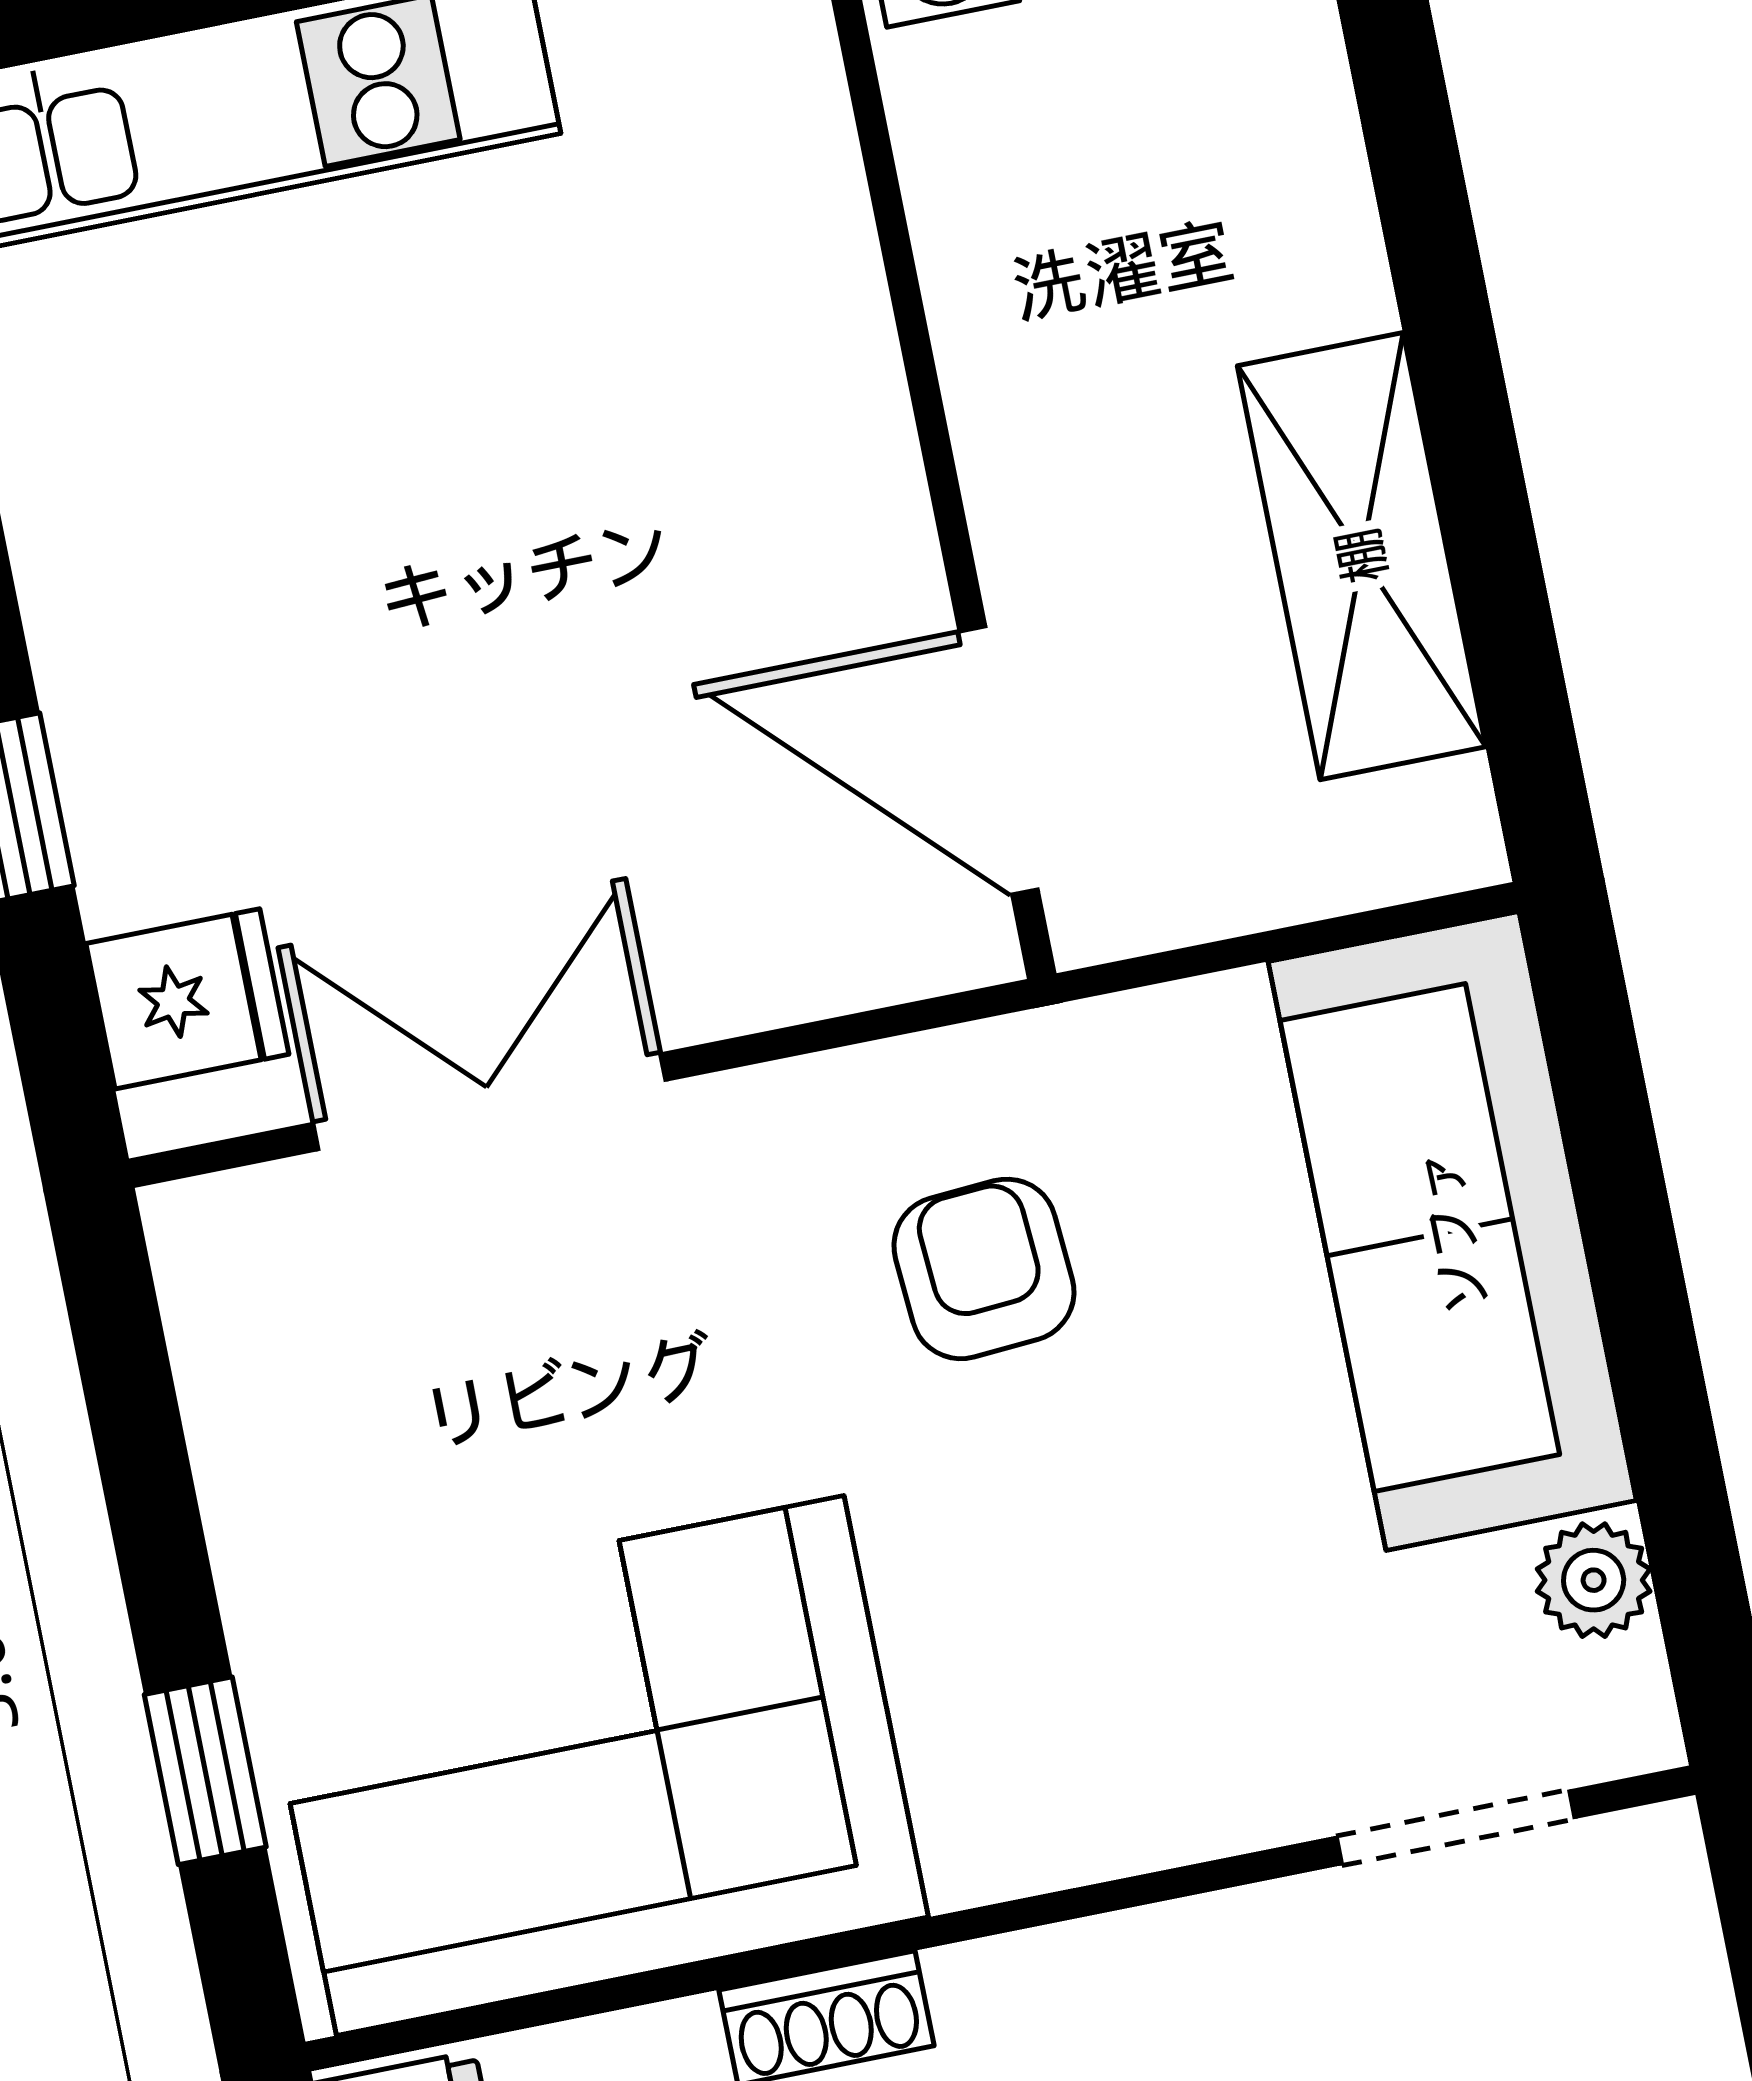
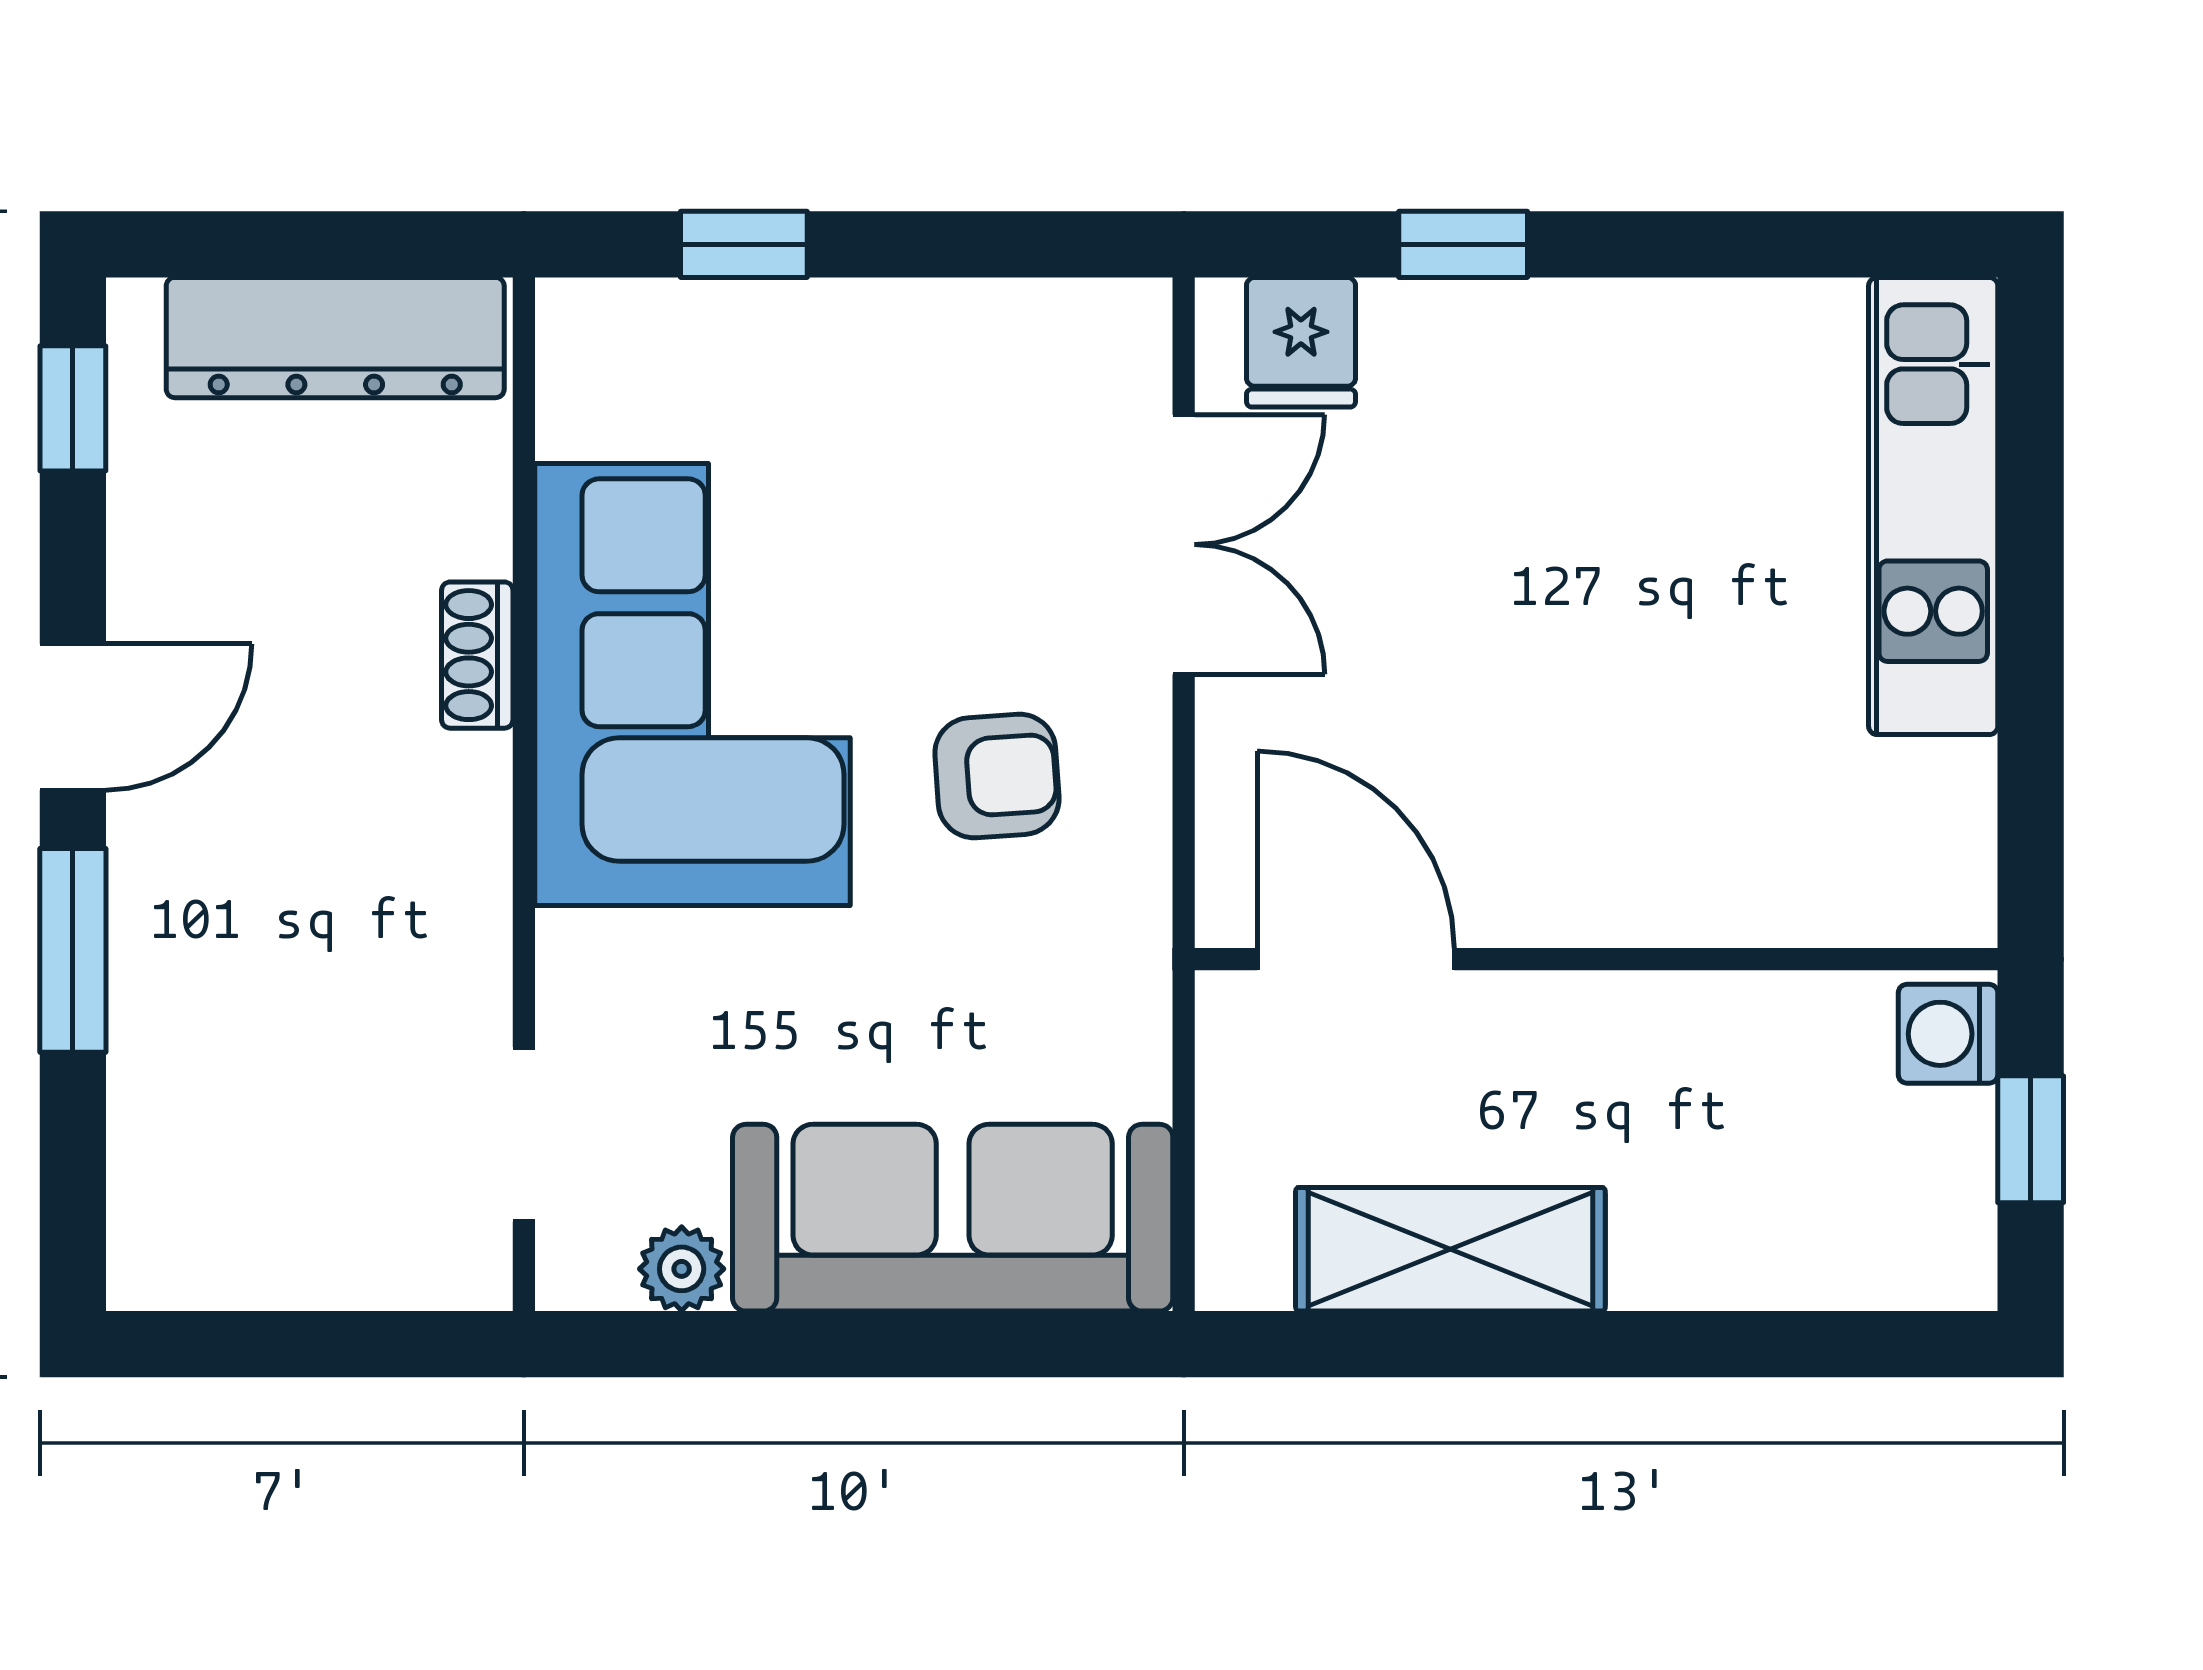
door: (999, 761) -> (1356, 959), hinge flipped
armchair: (984, 1269) -> (997, 776), moved
corner sofa: (590, 1765) -> (692, 685), moved

